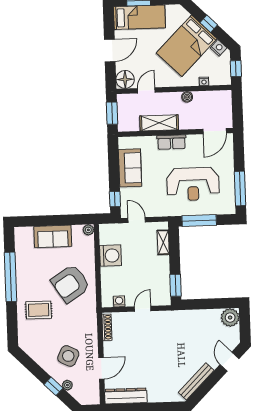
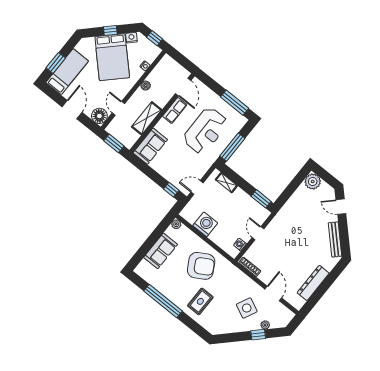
row of seats: (171, 142) -> (175, 110), moved
sofa: (130, 168) -> (150, 146), moved, turned 90
armchair: (71, 284) -> (201, 266), turned -87
dresser: (126, 396) -> (313, 283), moved

